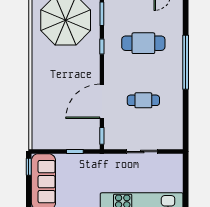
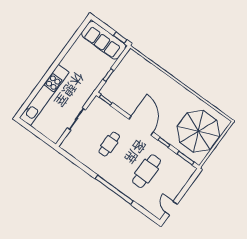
door: (102, 101) -> (141, 126), moved

